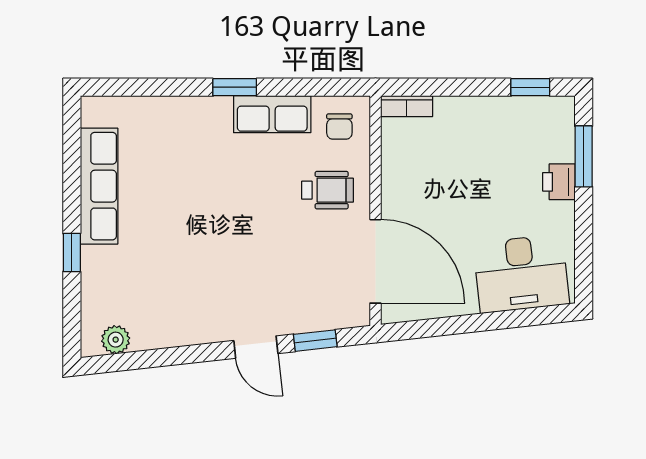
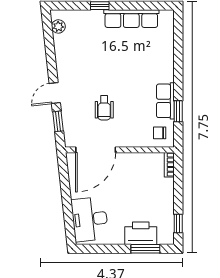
window: (235, 87) -> (178, 111), moved
printer: (559, 182) -> (141, 233), width x1.87, depth x1.48
wheelchair: (328, 190) -> (104, 108), moved

